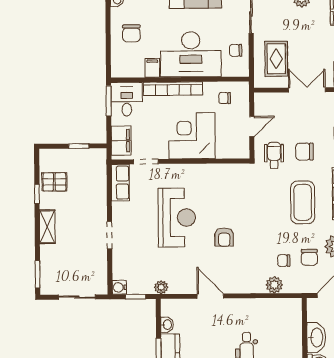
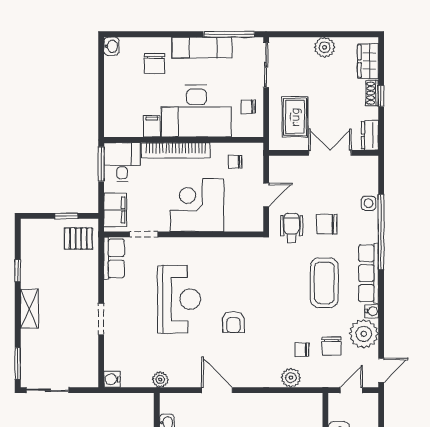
chair: (131, 33) -> (155, 63), moved
pallet: (54, 182) -> (78, 239), moved
sliding door: (77, 297) -> (48, 390), moved
window: (136, 297) -> (131, 390), removed

